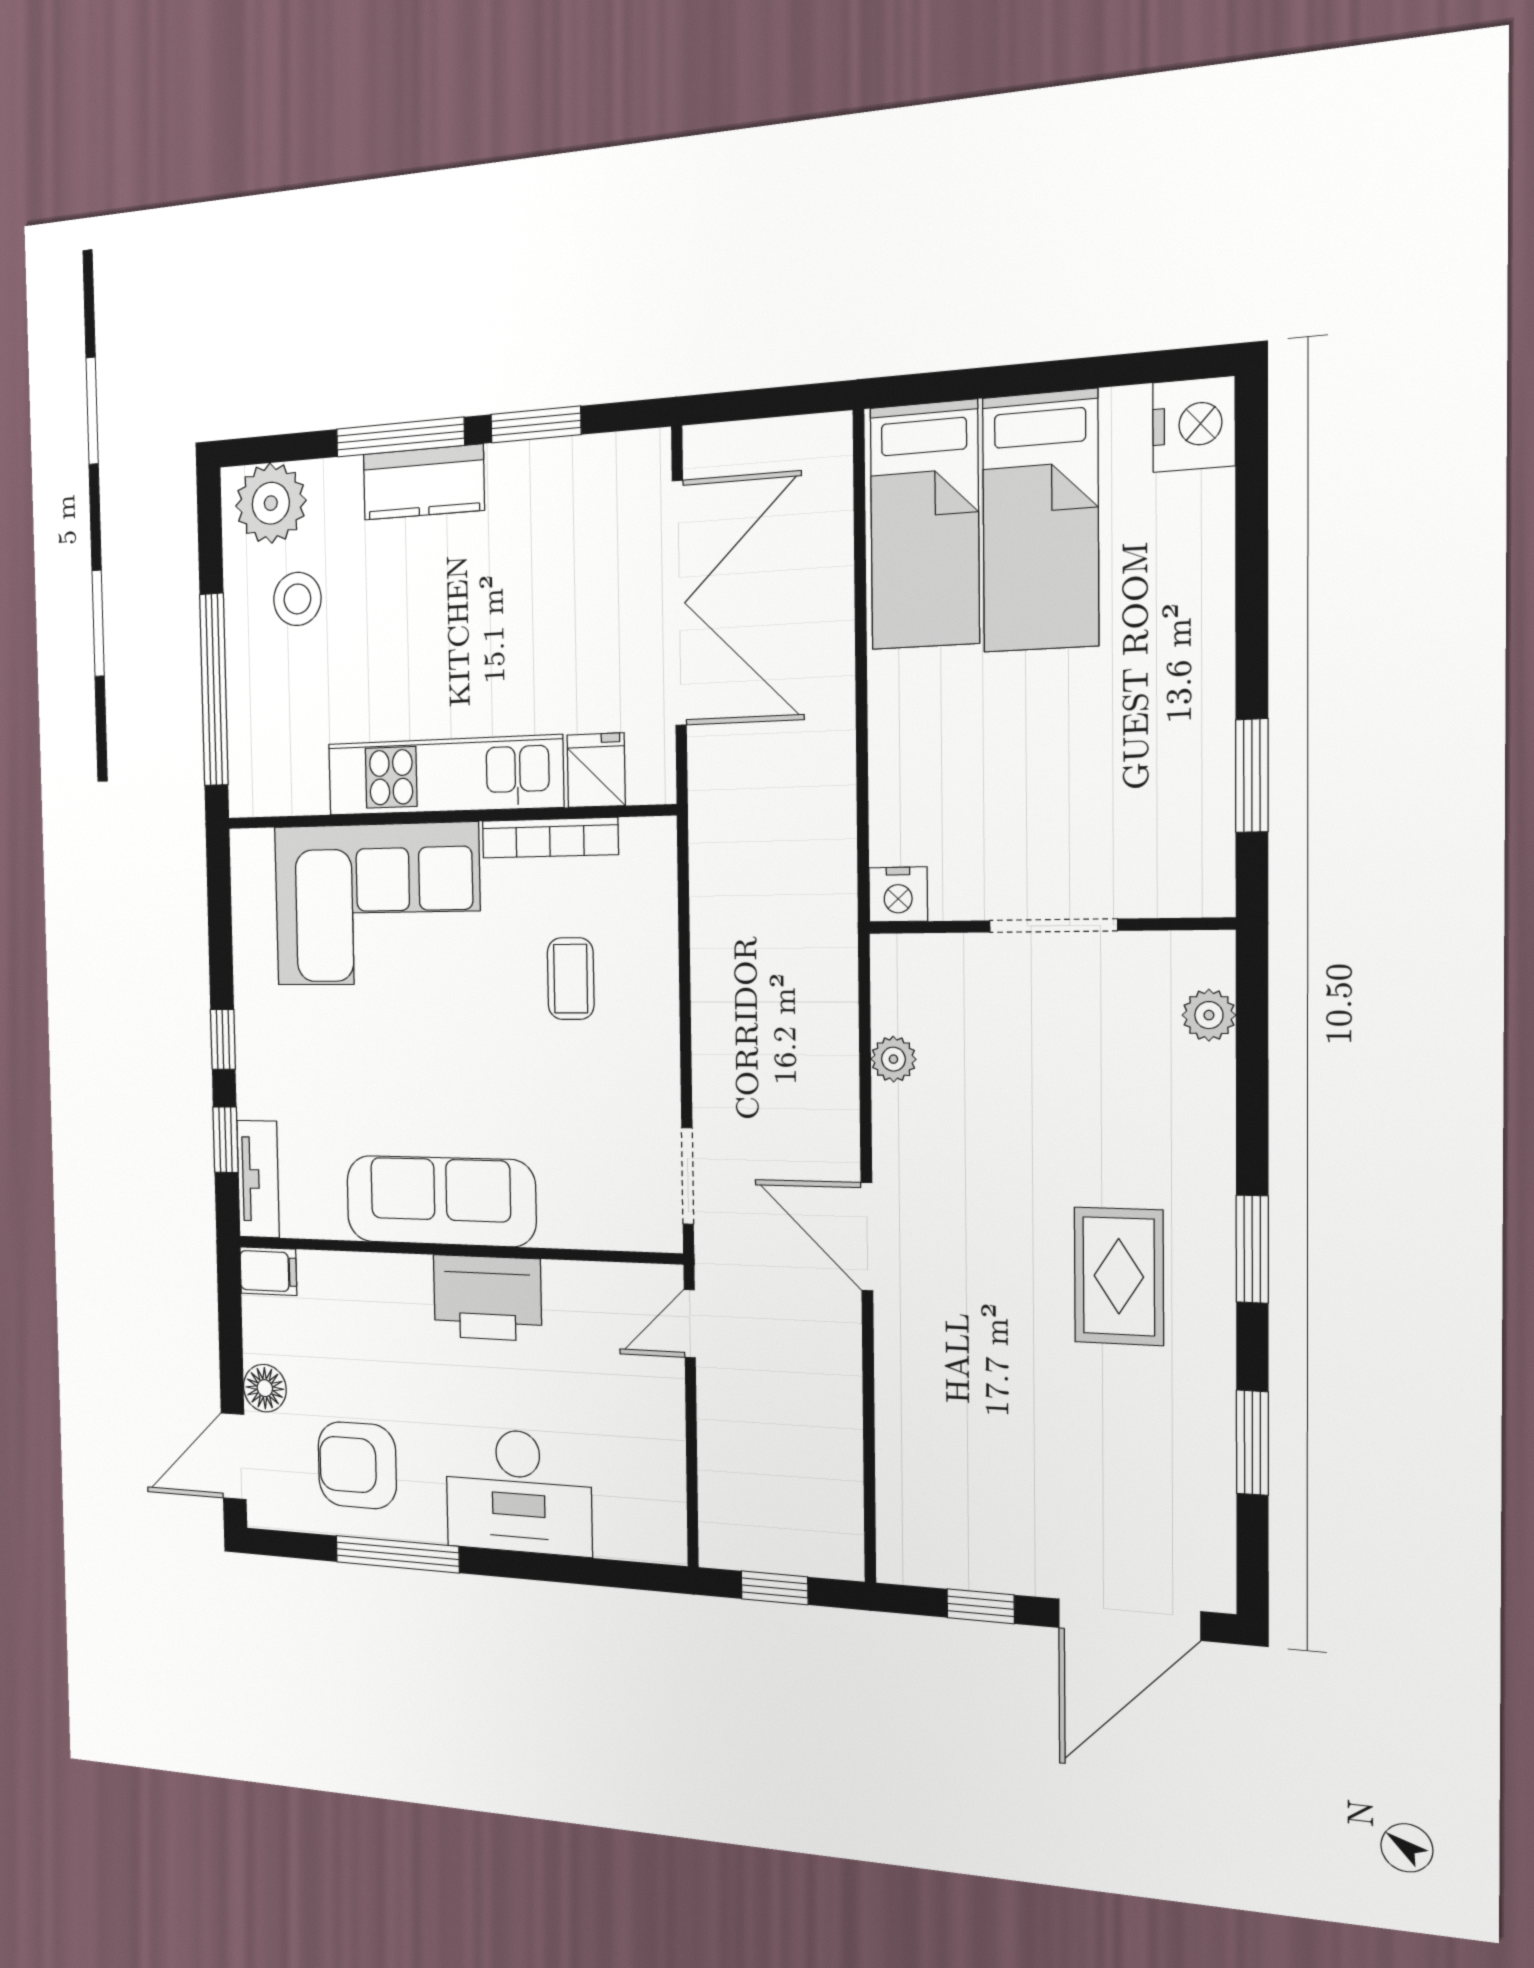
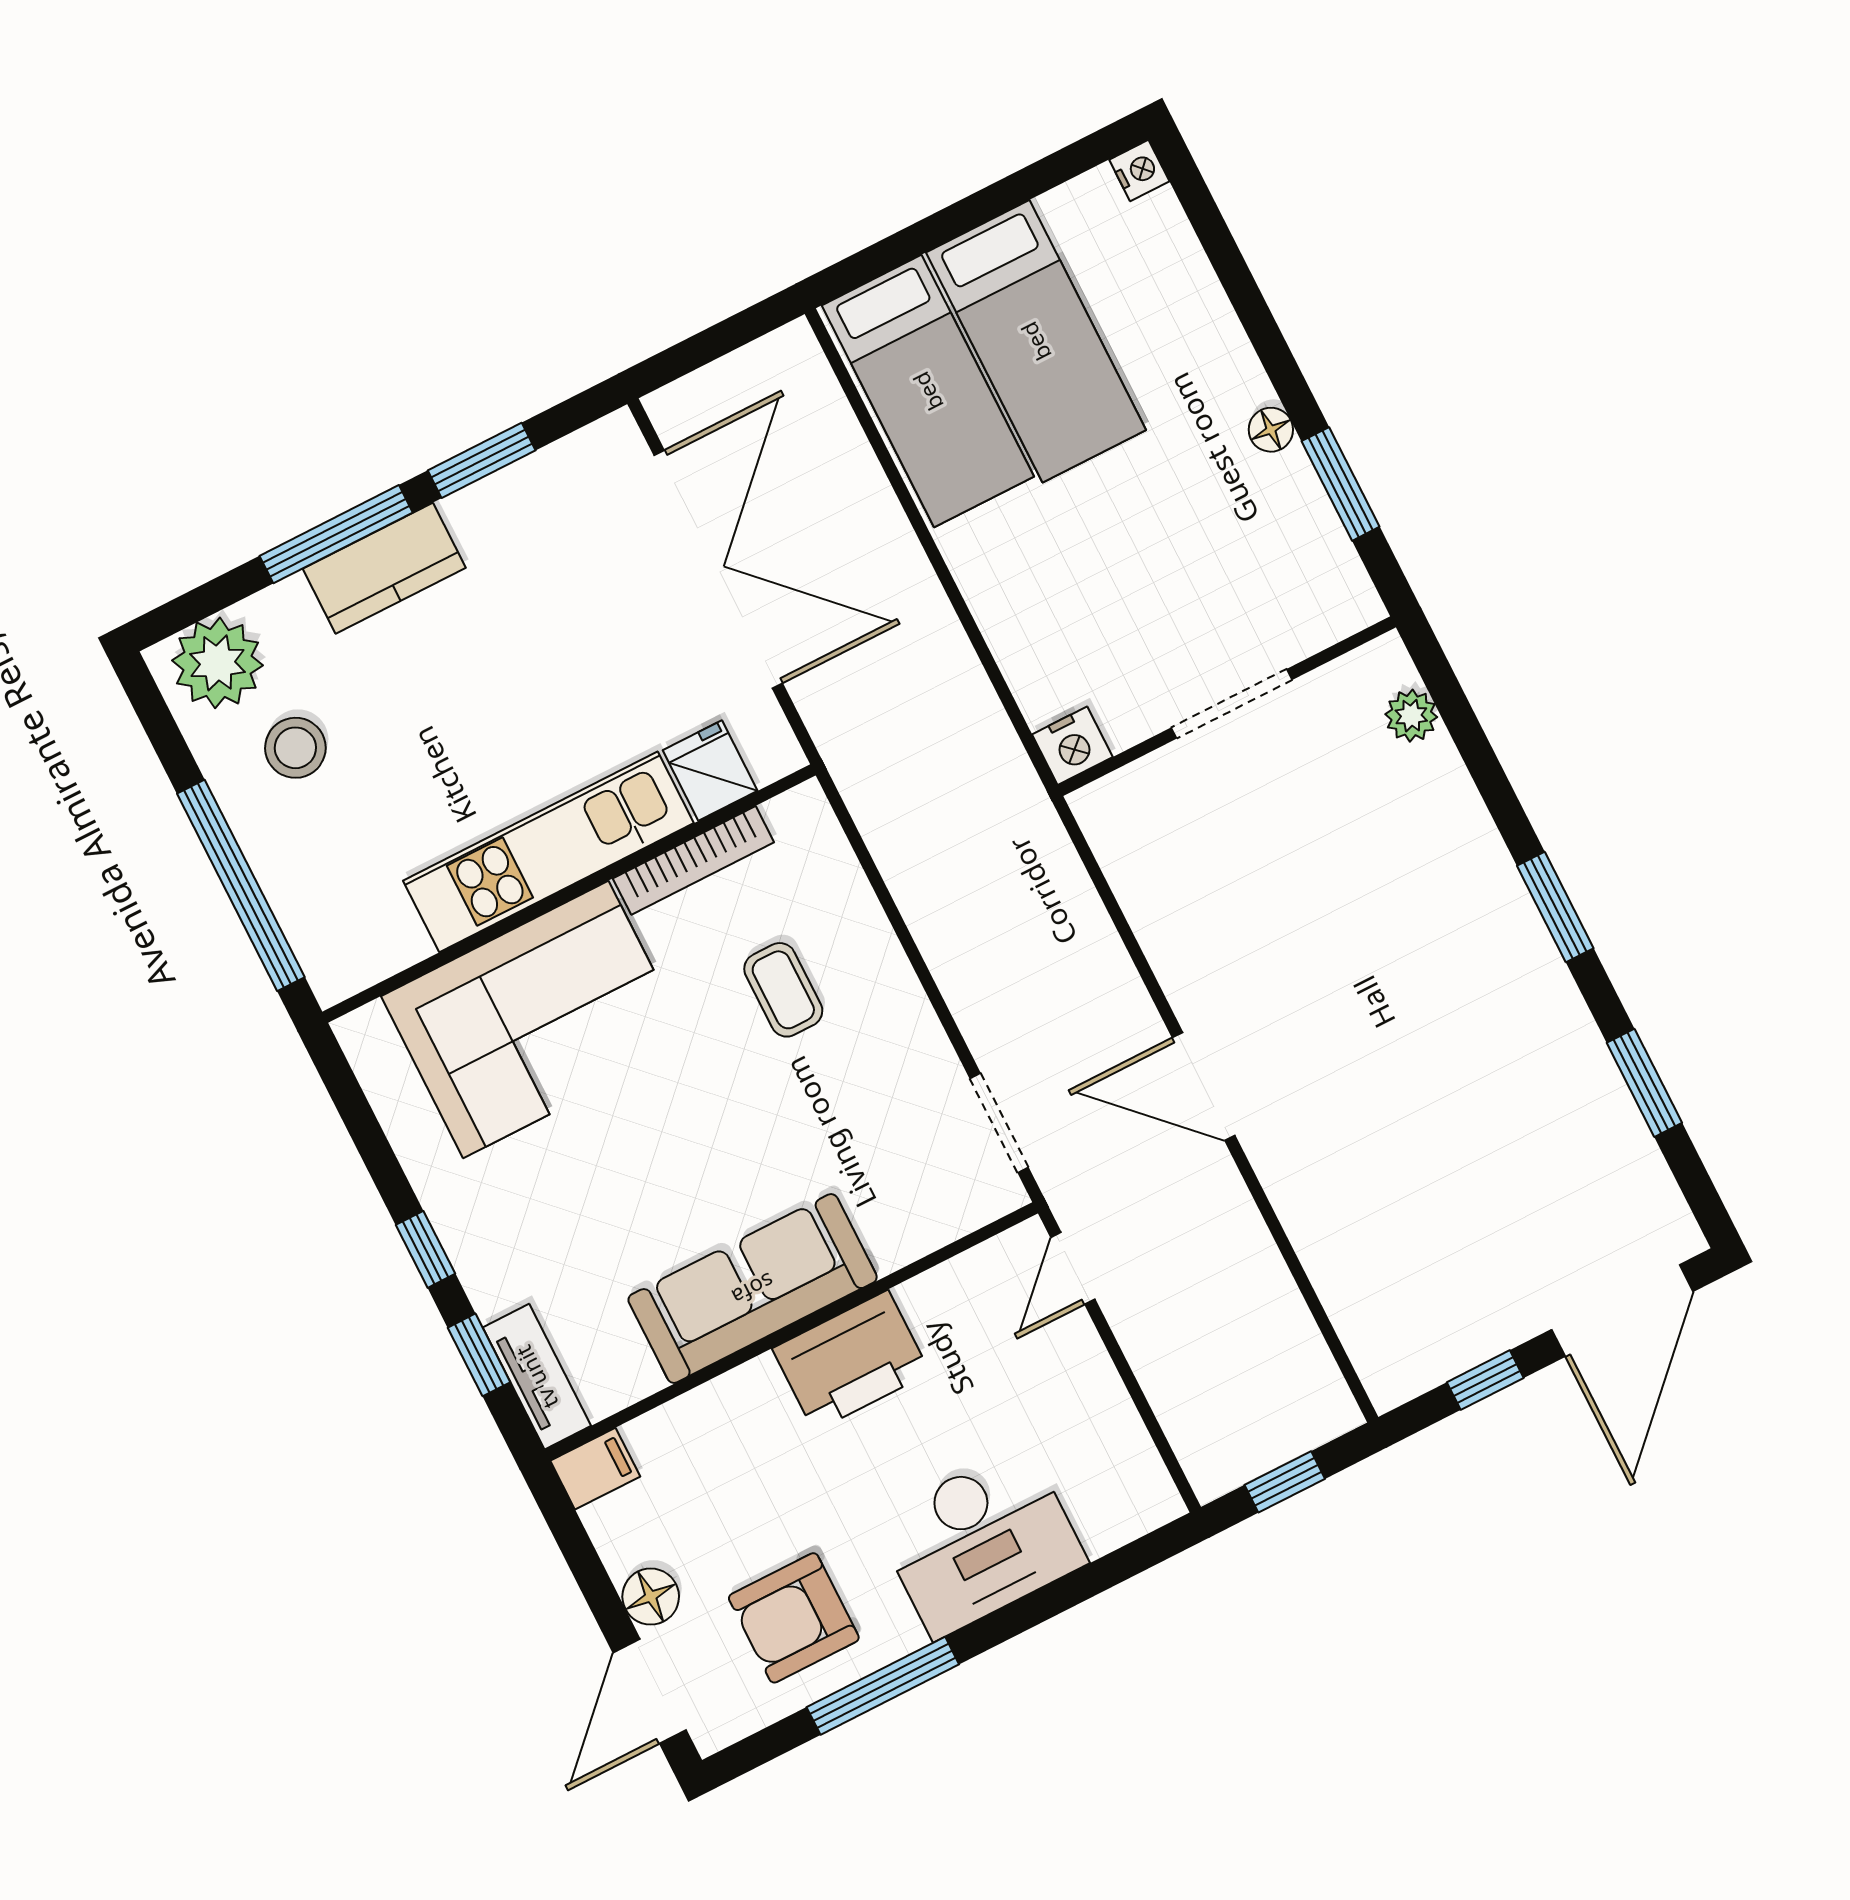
nightstand: (1194, 424) -> (1139, 170), width x0.53, depth x0.56
floor lamp: (1213, 696) -> (1271, 430), added
plant: (893, 1059) -> (1145, 903), removed
rug: (1119, 1276) -> (1452, 996), removed

